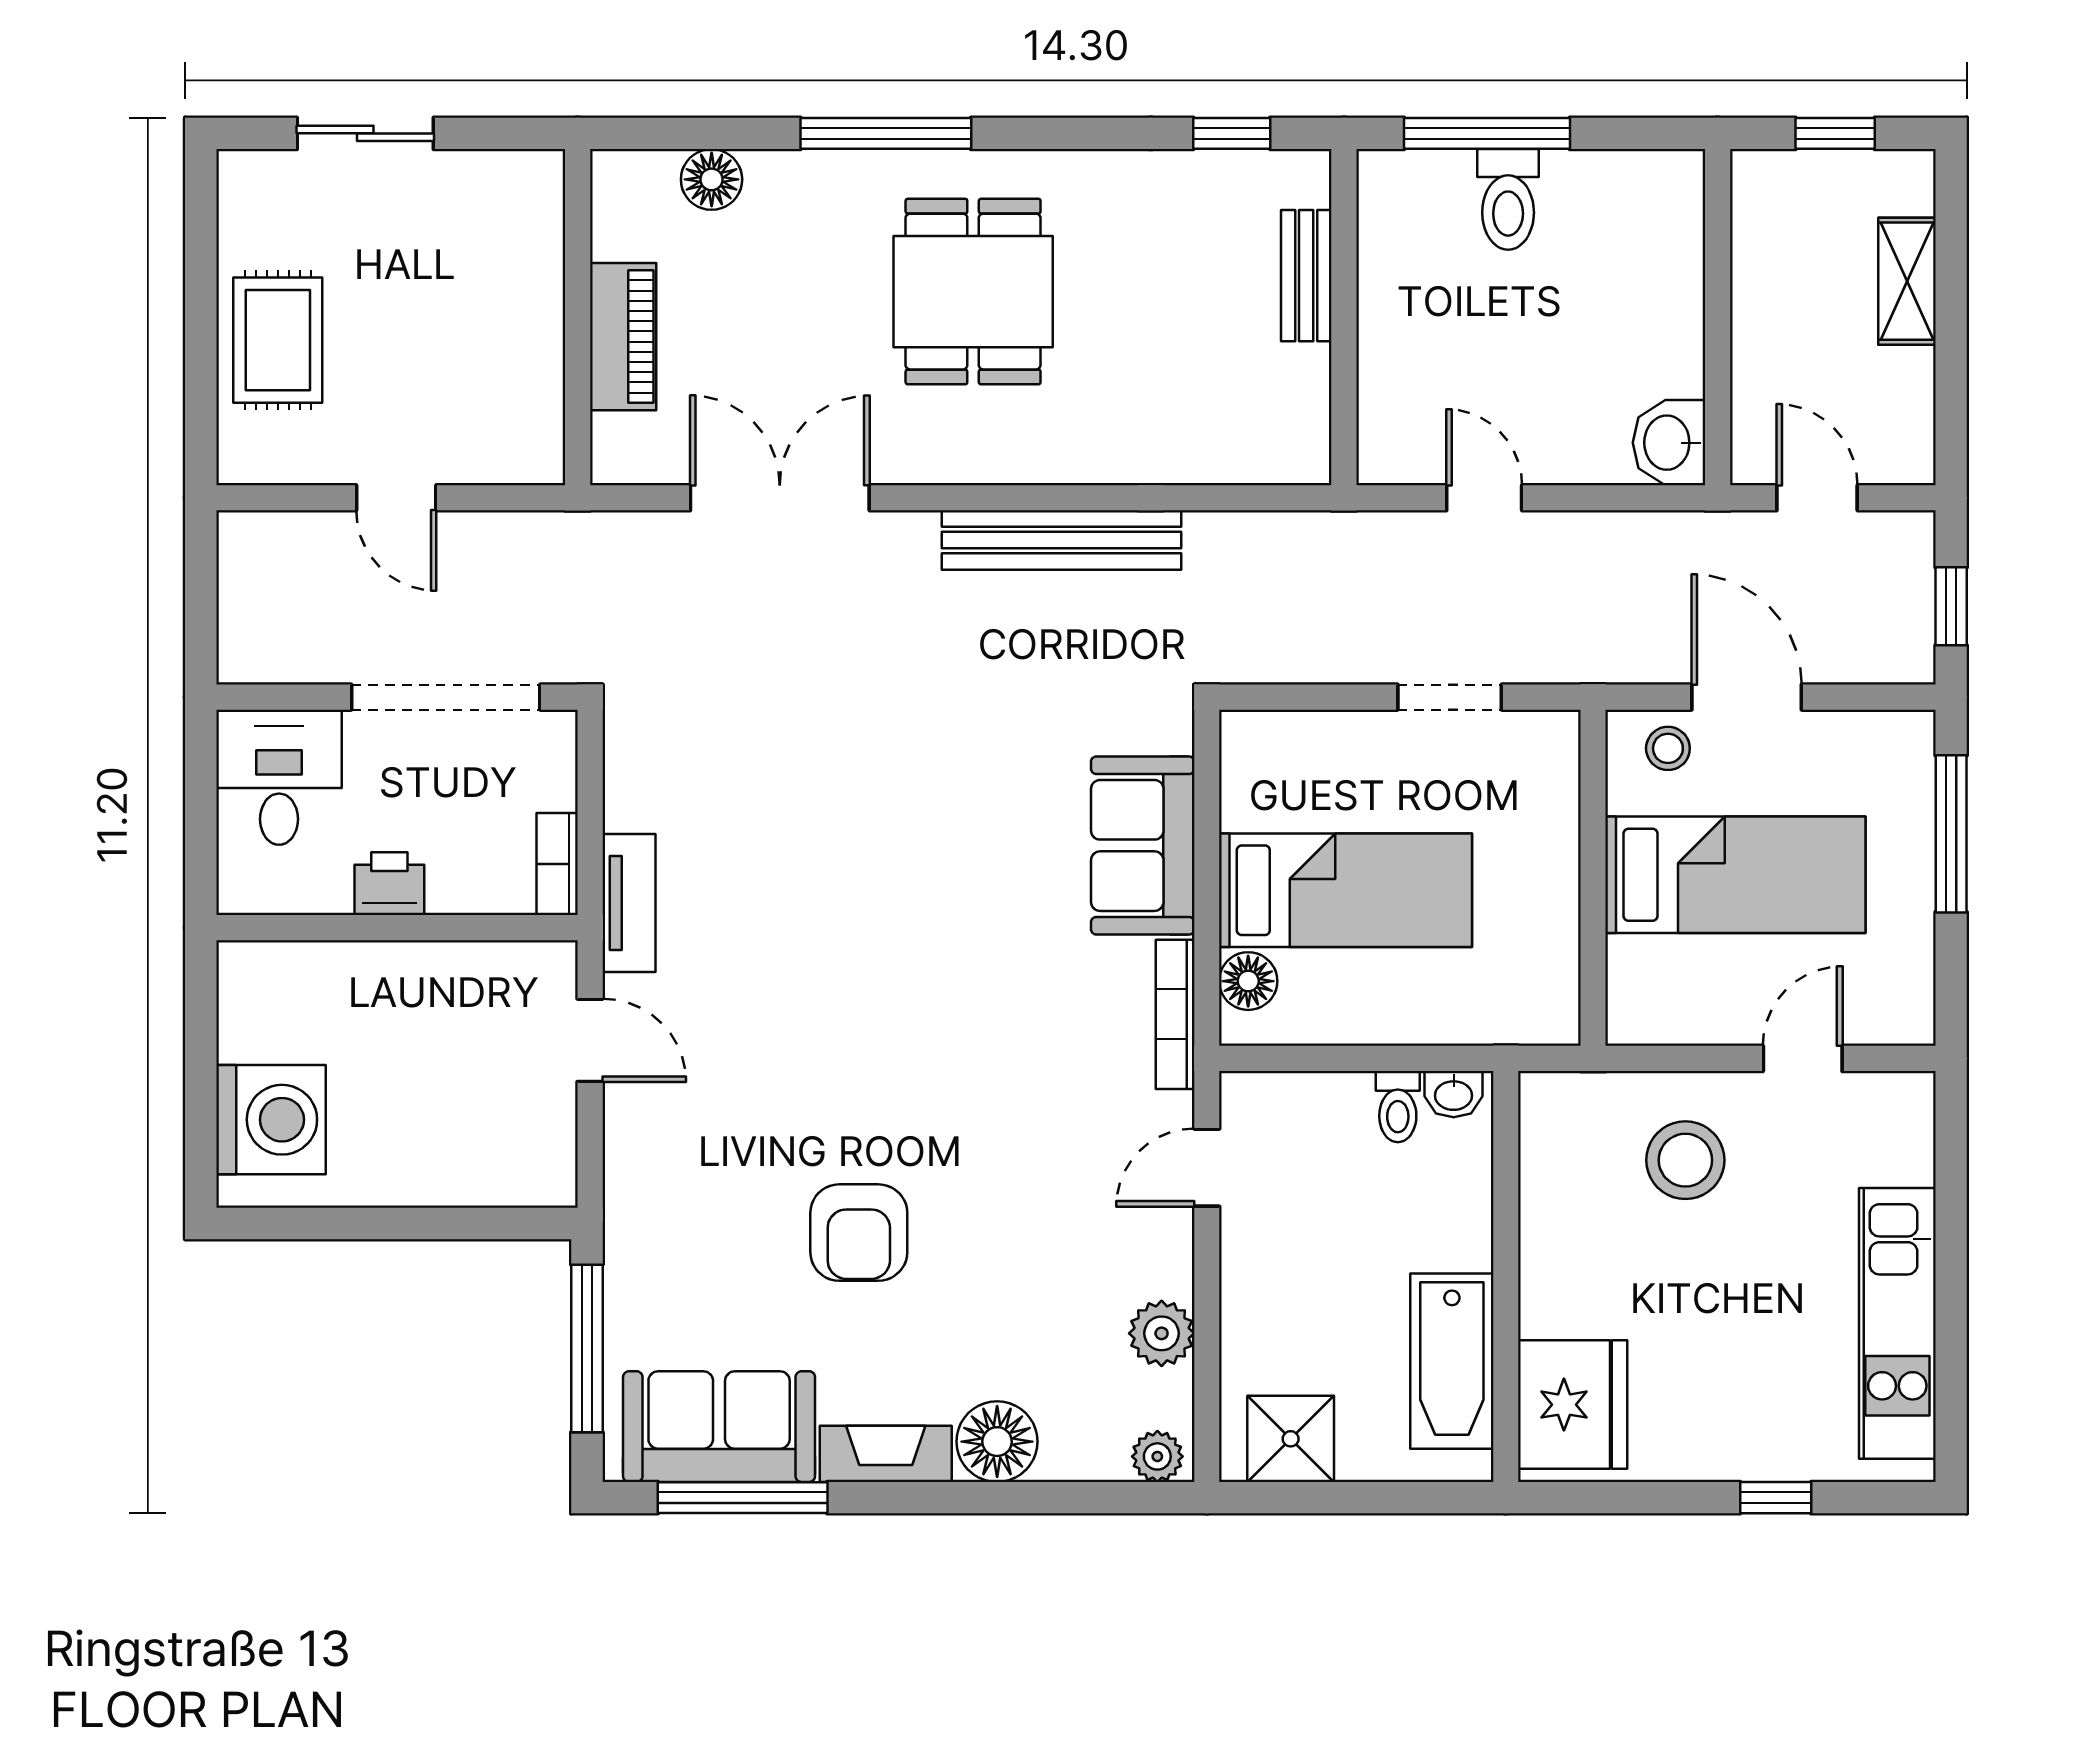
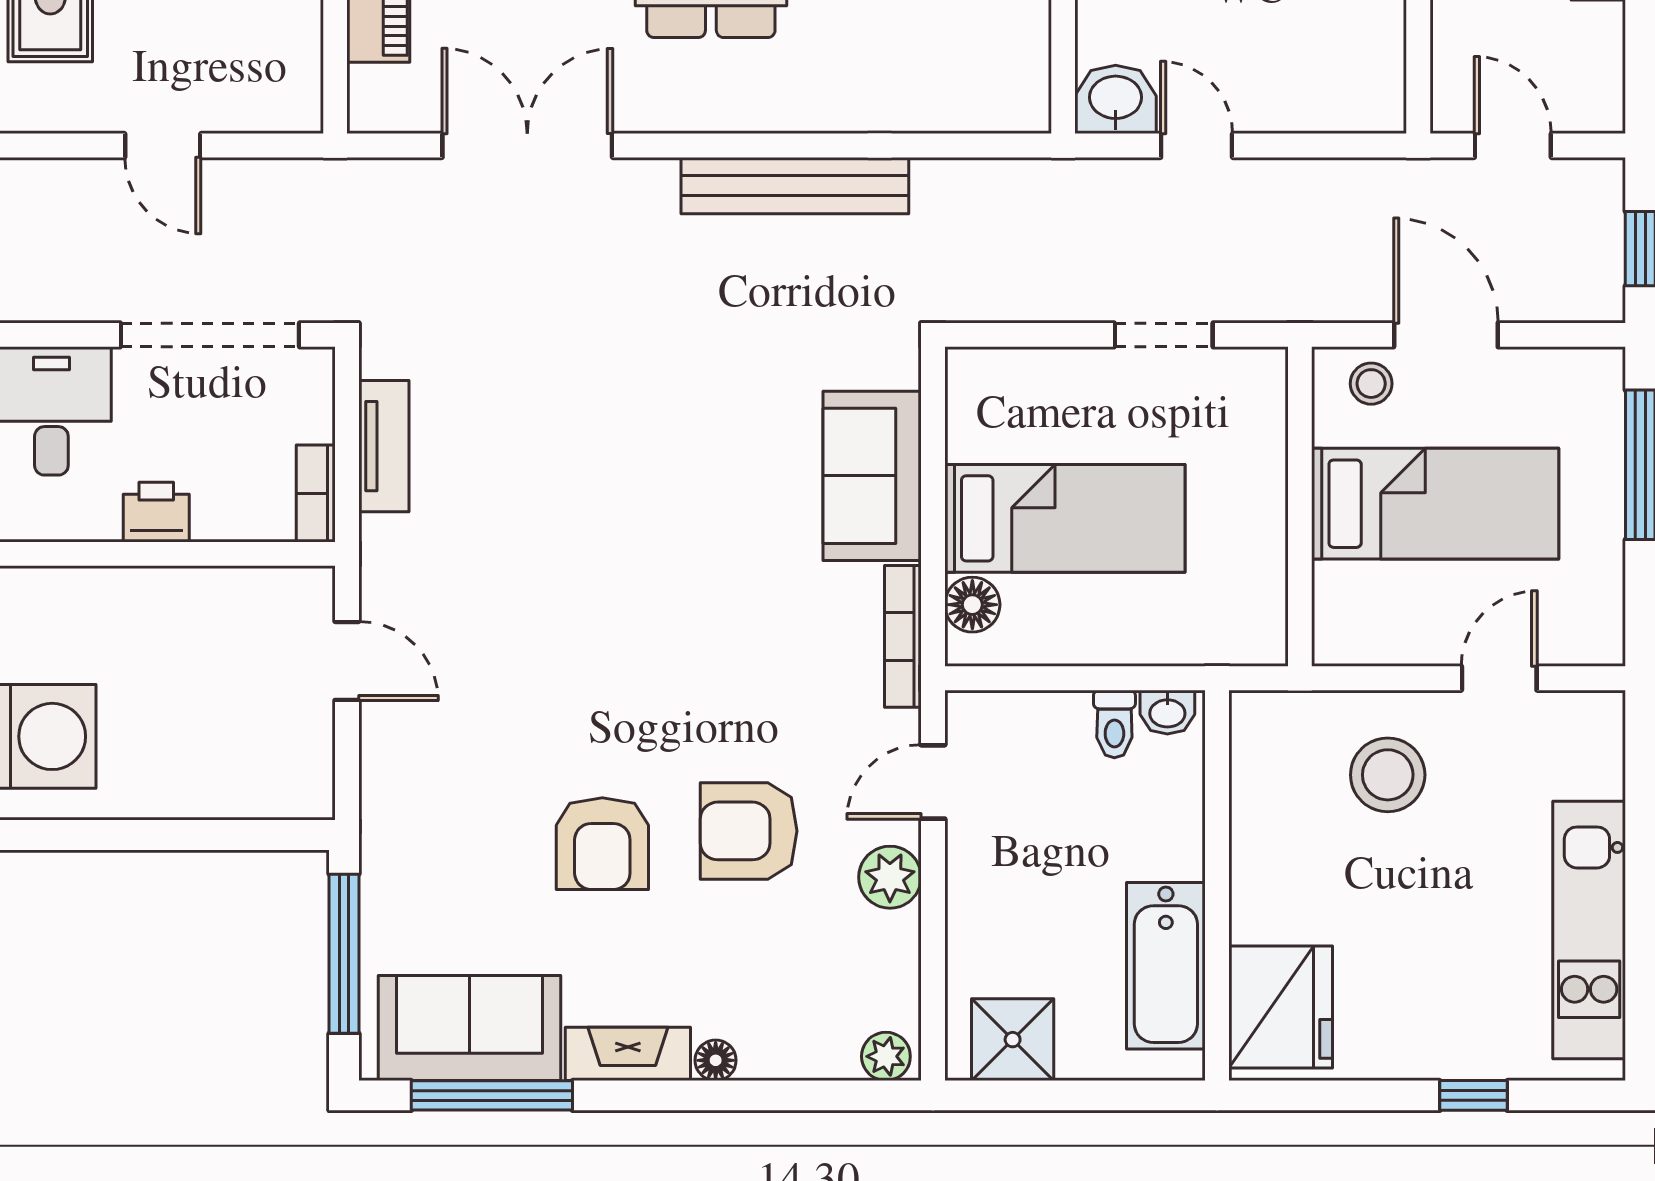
washbasin: (1669, 443) -> (1116, 99), moved, turned 90
tv unit: (629, 903) -> (384, 446), moved
armchair: (1013, 1219) -> (749, 831), added
plant: (1162, 1333) -> (890, 877), moved
floor lamp: (997, 1442) -> (716, 1060), width x0.53, depth x0.53

